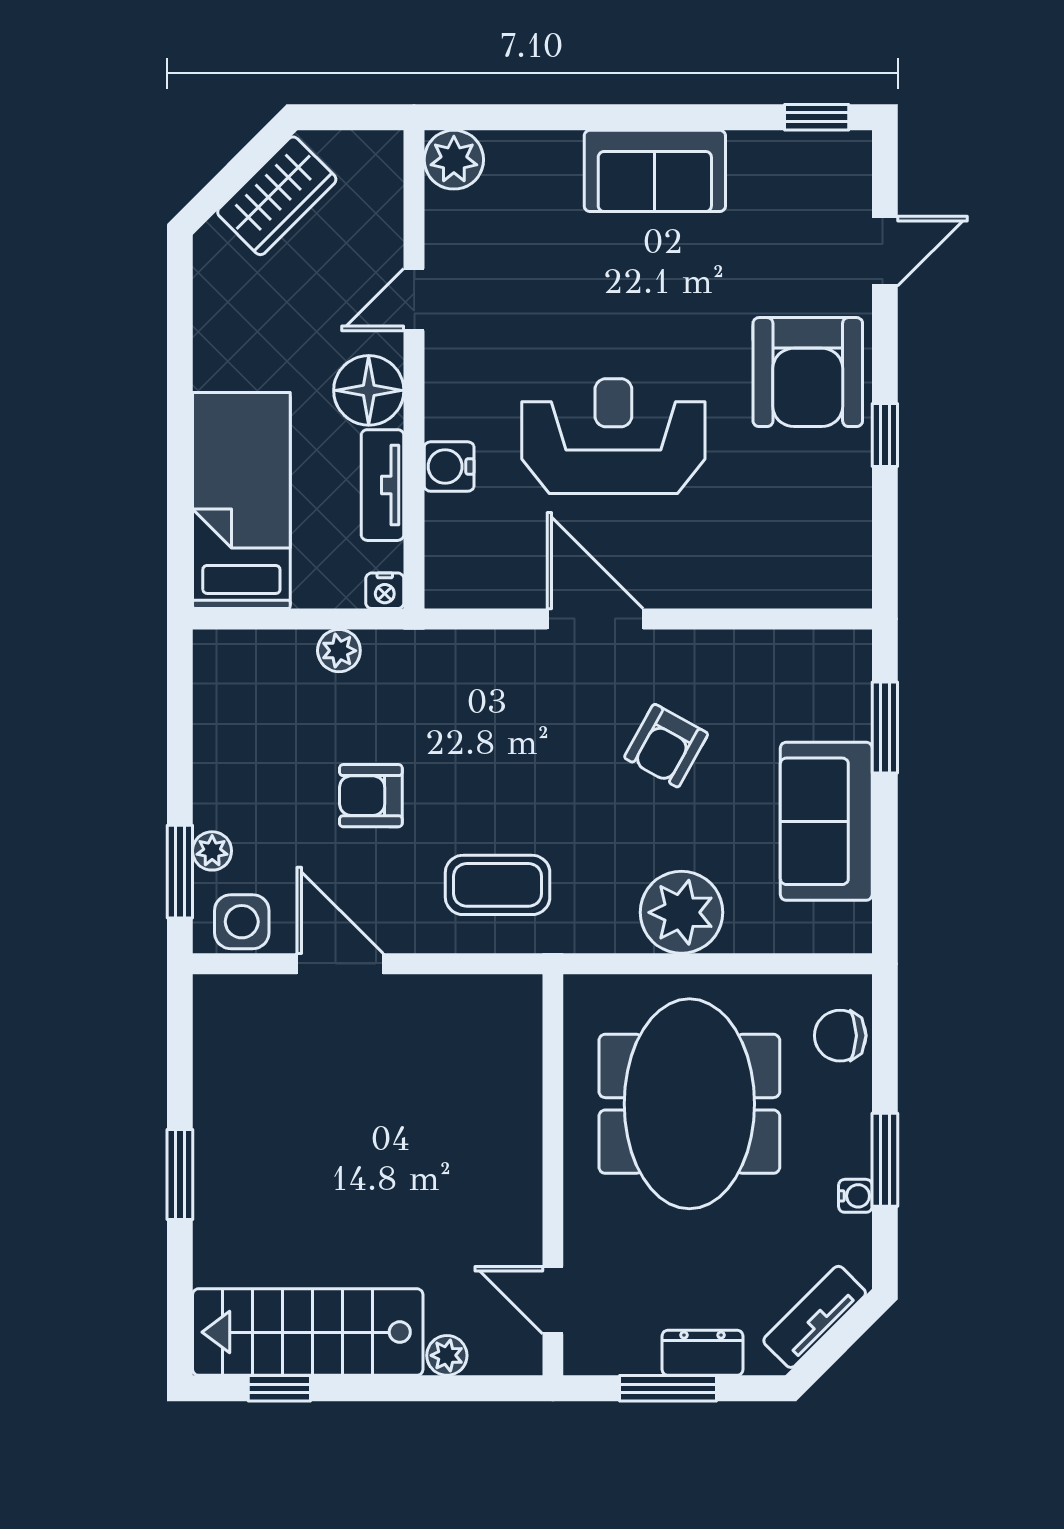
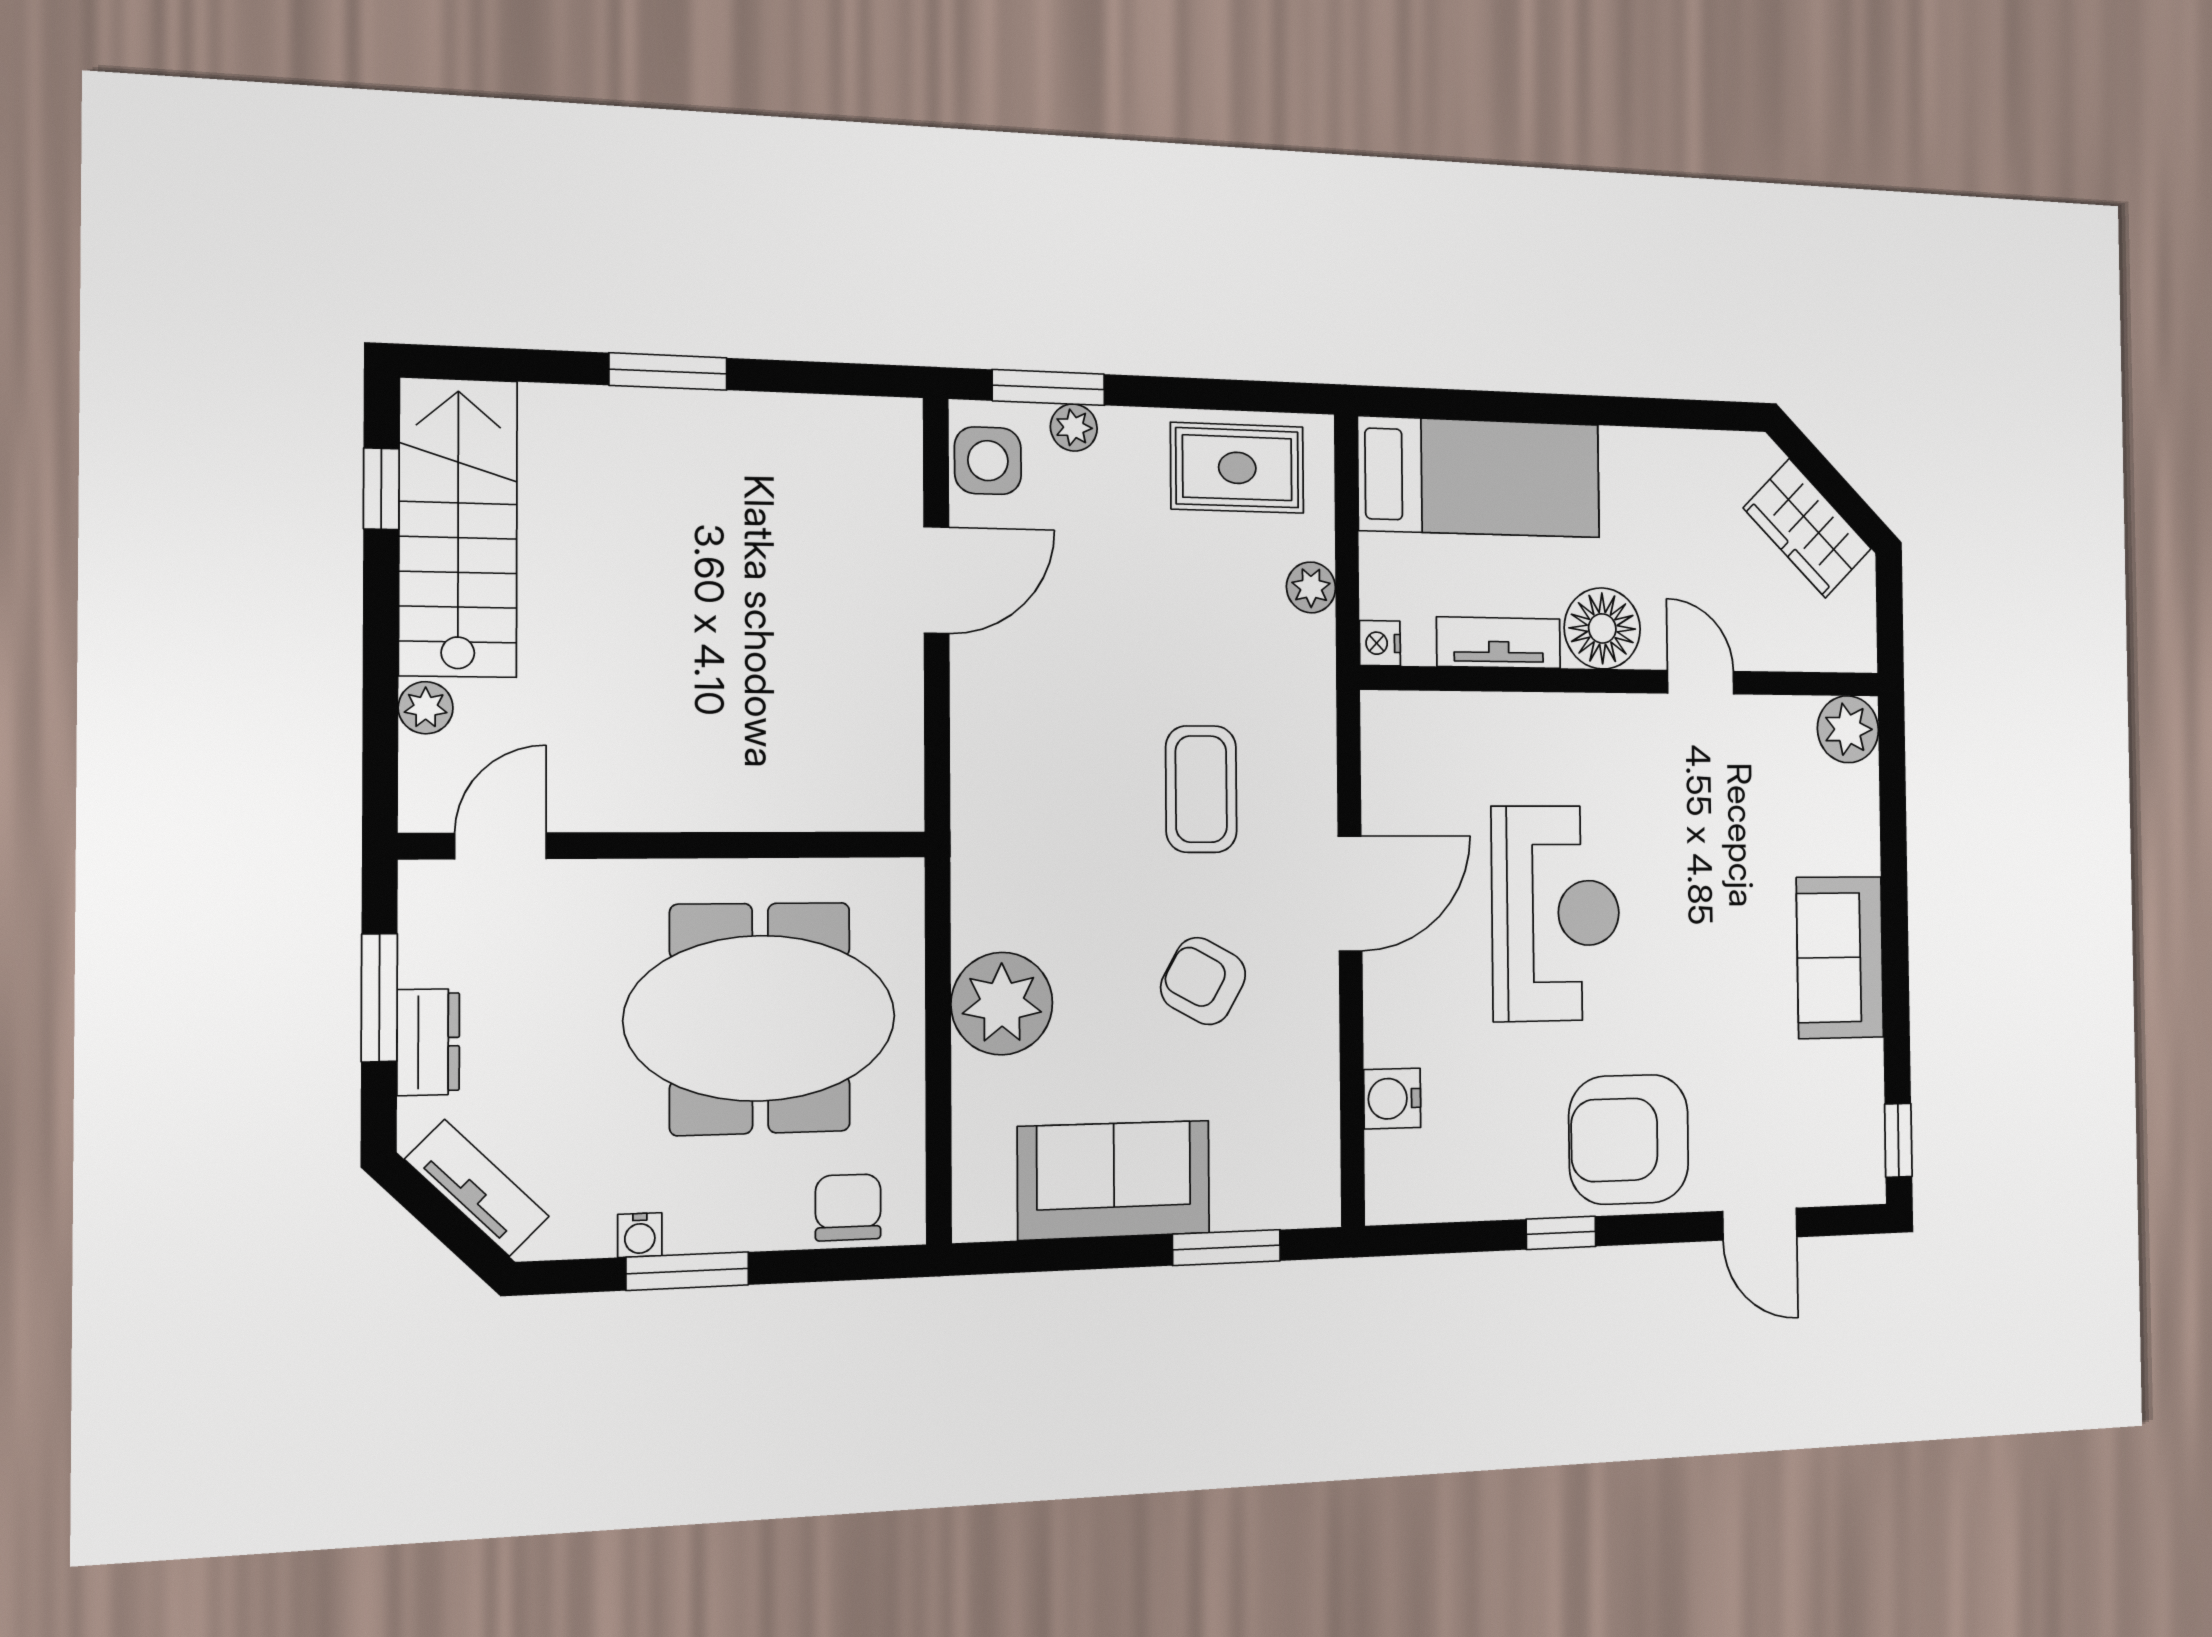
water cooler: (449, 467) -> (1392, 1099), moved, turned -90
rug: (241, 713) -> (1237, 468), added
armchair: (371, 796) -> (1141, 622), removed
coffee table: (498, 885) -> (1201, 789), moved

